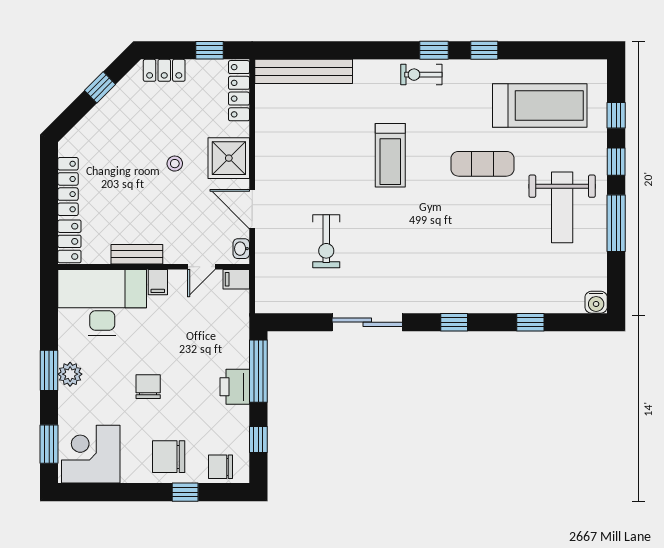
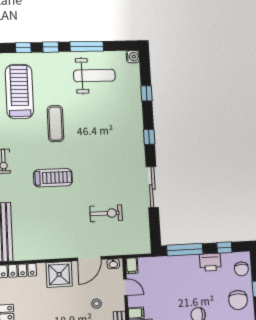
stool: (175, 164) -> (96, 304), moved
weight bench: (562, 207) -> (94, 76), moved
printer: (235, 387) -> (210, 262), moved

